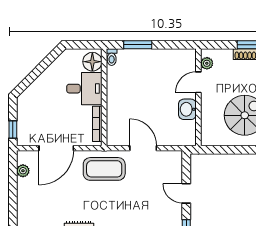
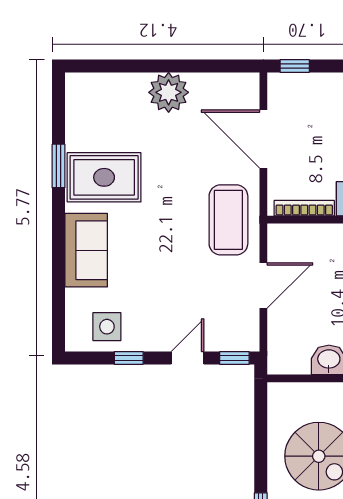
window: (186, 165) -> (234, 358), added
plant: (23, 171) -> (169, 92), moved, width x1.88, depth x1.88

